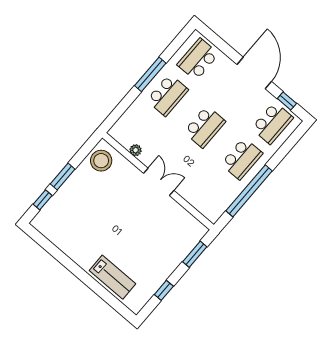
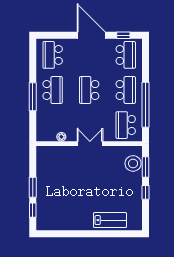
window: (150, 74) -> (33, 97), moved
school desk: (205, 127) -> (89, 90), turned 180
stool: (101, 161) -> (133, 163), moved
school desk: (211, 194) -> (126, 125), added
window: (164, 290) -> (146, 192), moved

